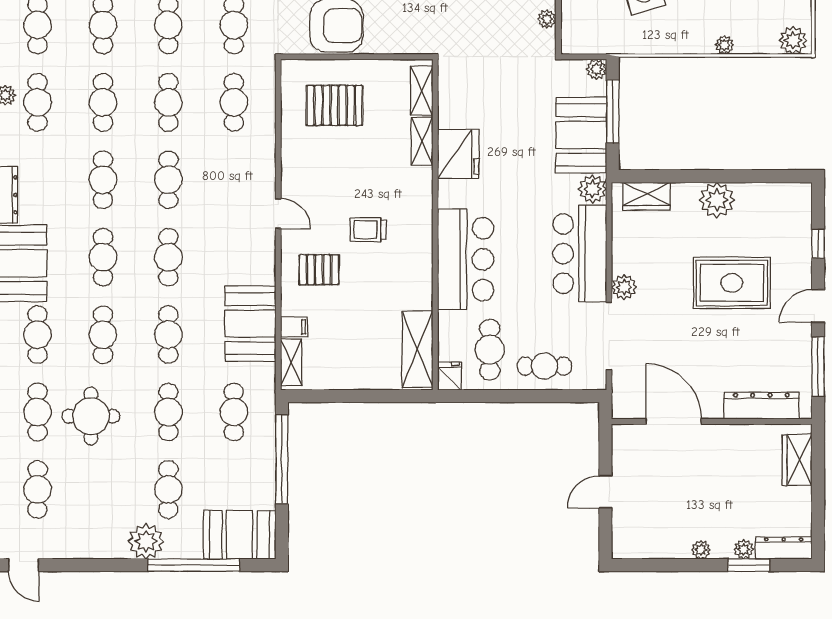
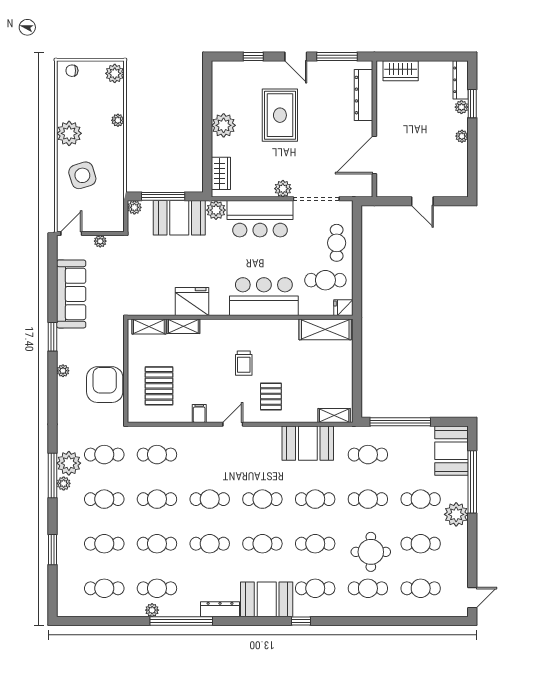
filing cabinet: (294, 327) -> (199, 413), moved
cafe table: (103, 489) -> (421, 544), added

